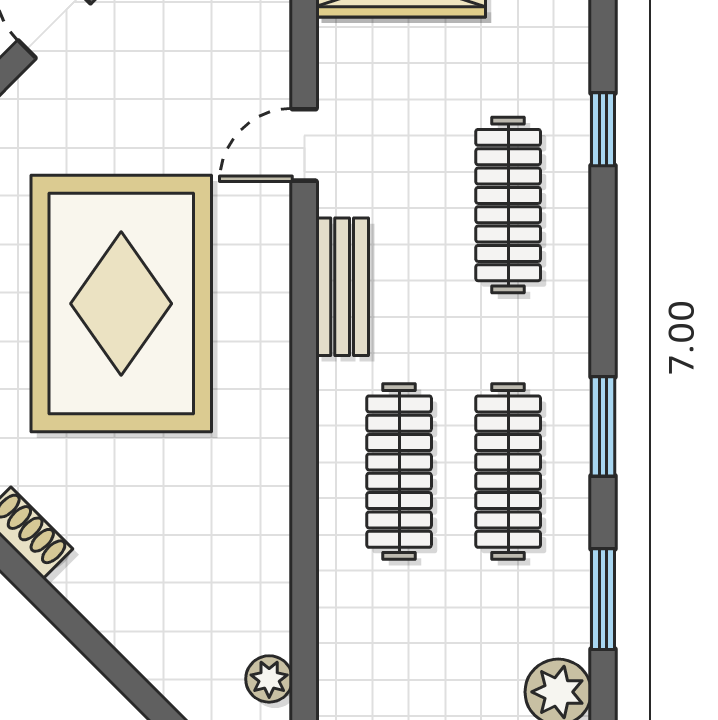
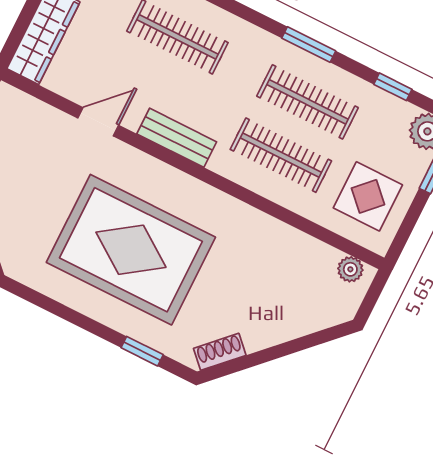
door: (304, 145) -> (98, 122), swing flipped
window: (603, 599) -> (393, 87), width x0.67
display table: (403, 648) -> (368, 196), added

